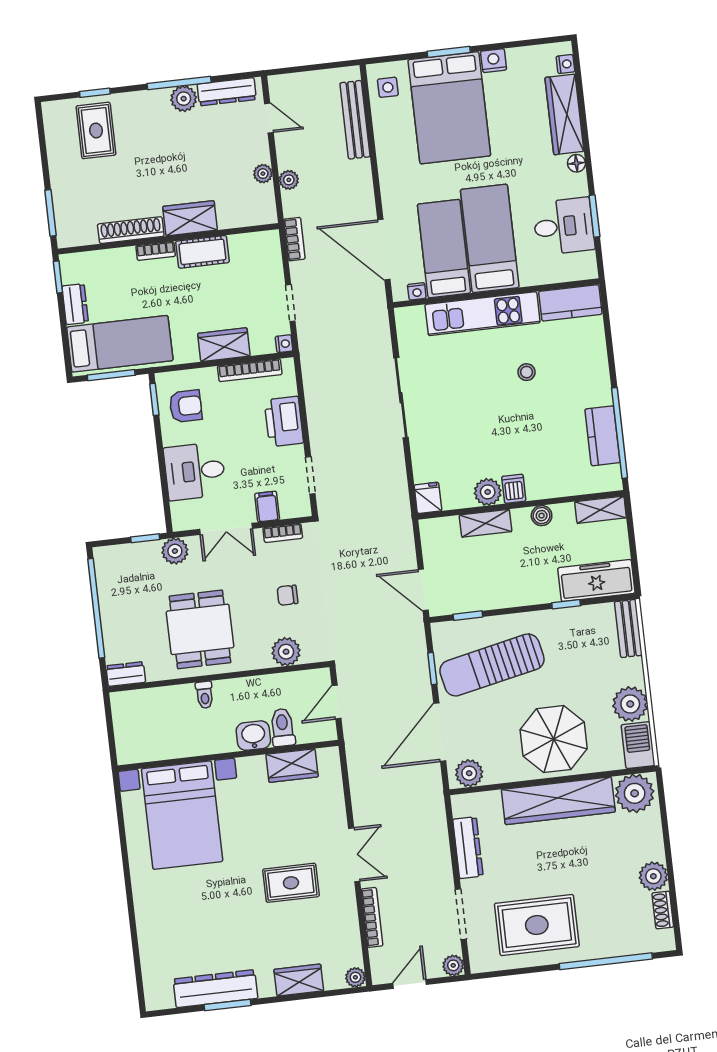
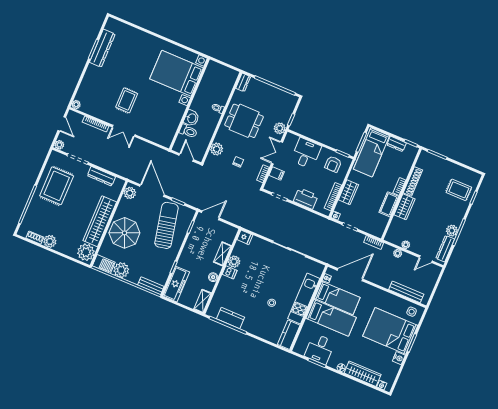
wardrobe: (292, 766) -> (171, 126), removed
wardrobe: (299, 980) -> (87, 82), removed

